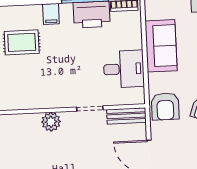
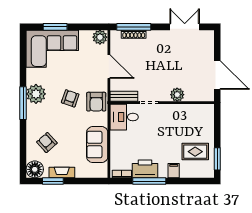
desk: (124, 69) -> (124, 117), moved
armchair: (165, 106) -> (96, 102), turned 180

